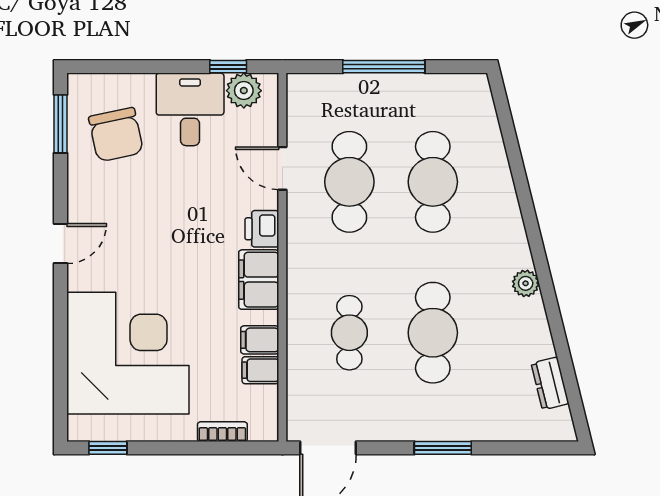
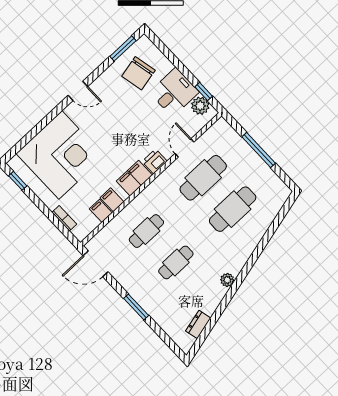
cafe table: (433, 333) -> (176, 262), width x0.73, depth x0.74

